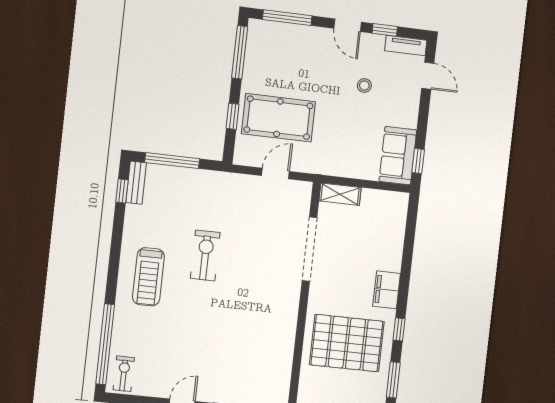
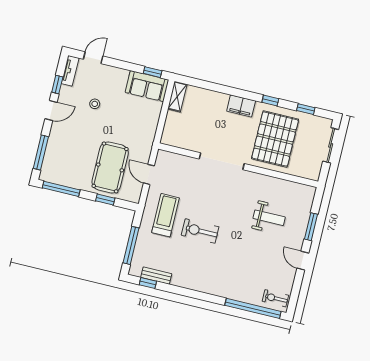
bench: (136, 183) -> (156, 276), moved
shelving: (340, 194) -> (177, 97), moved
doorway: (309, 249) -> (222, 161), moved
treadmill: (148, 277) -> (166, 215), moved, turned -90
weight bench: (236, 350) -> (269, 218), added
window: (393, 380) -> (306, 109), width x0.67

